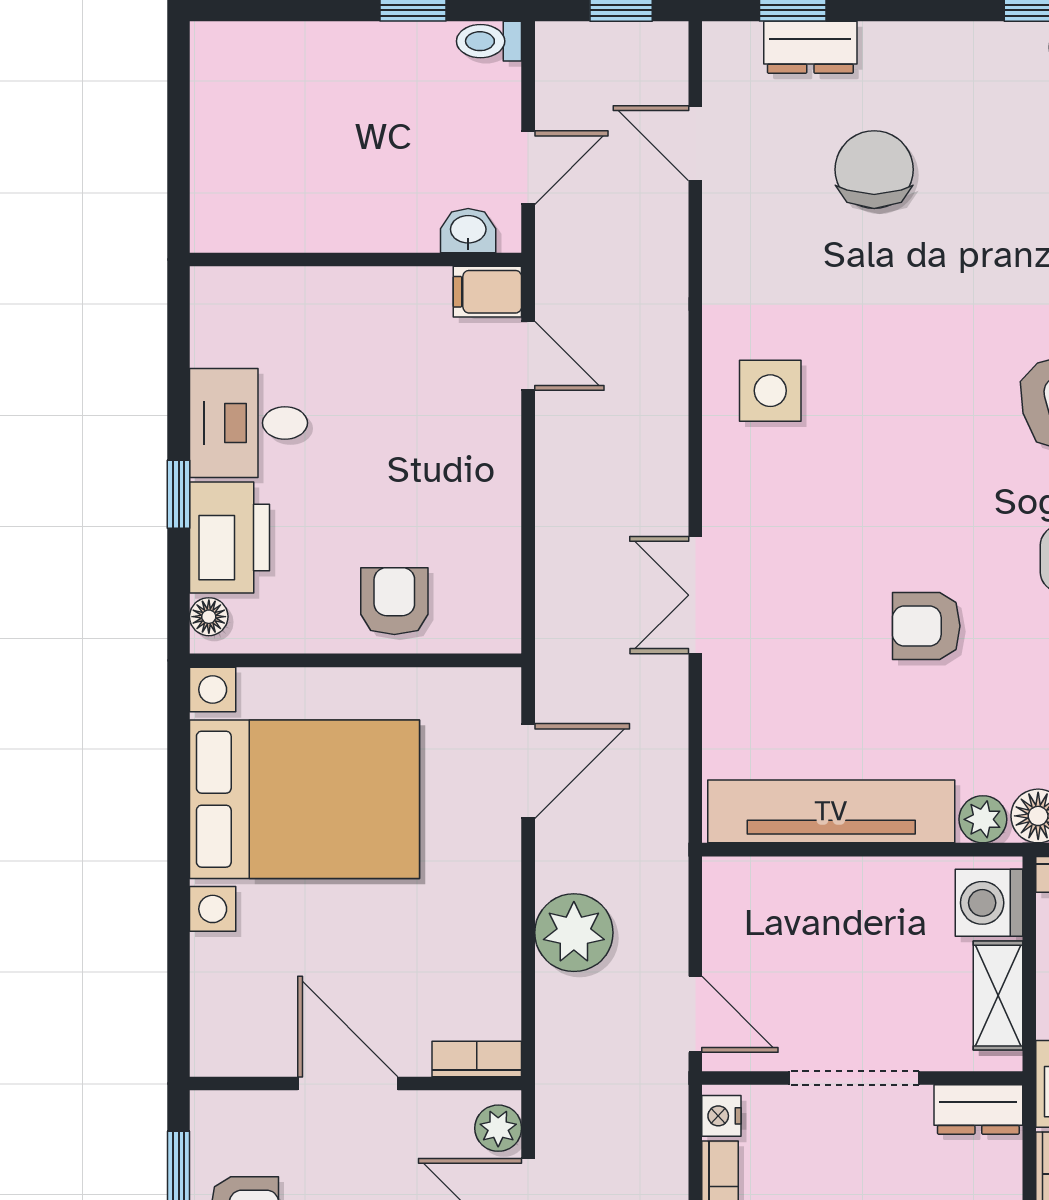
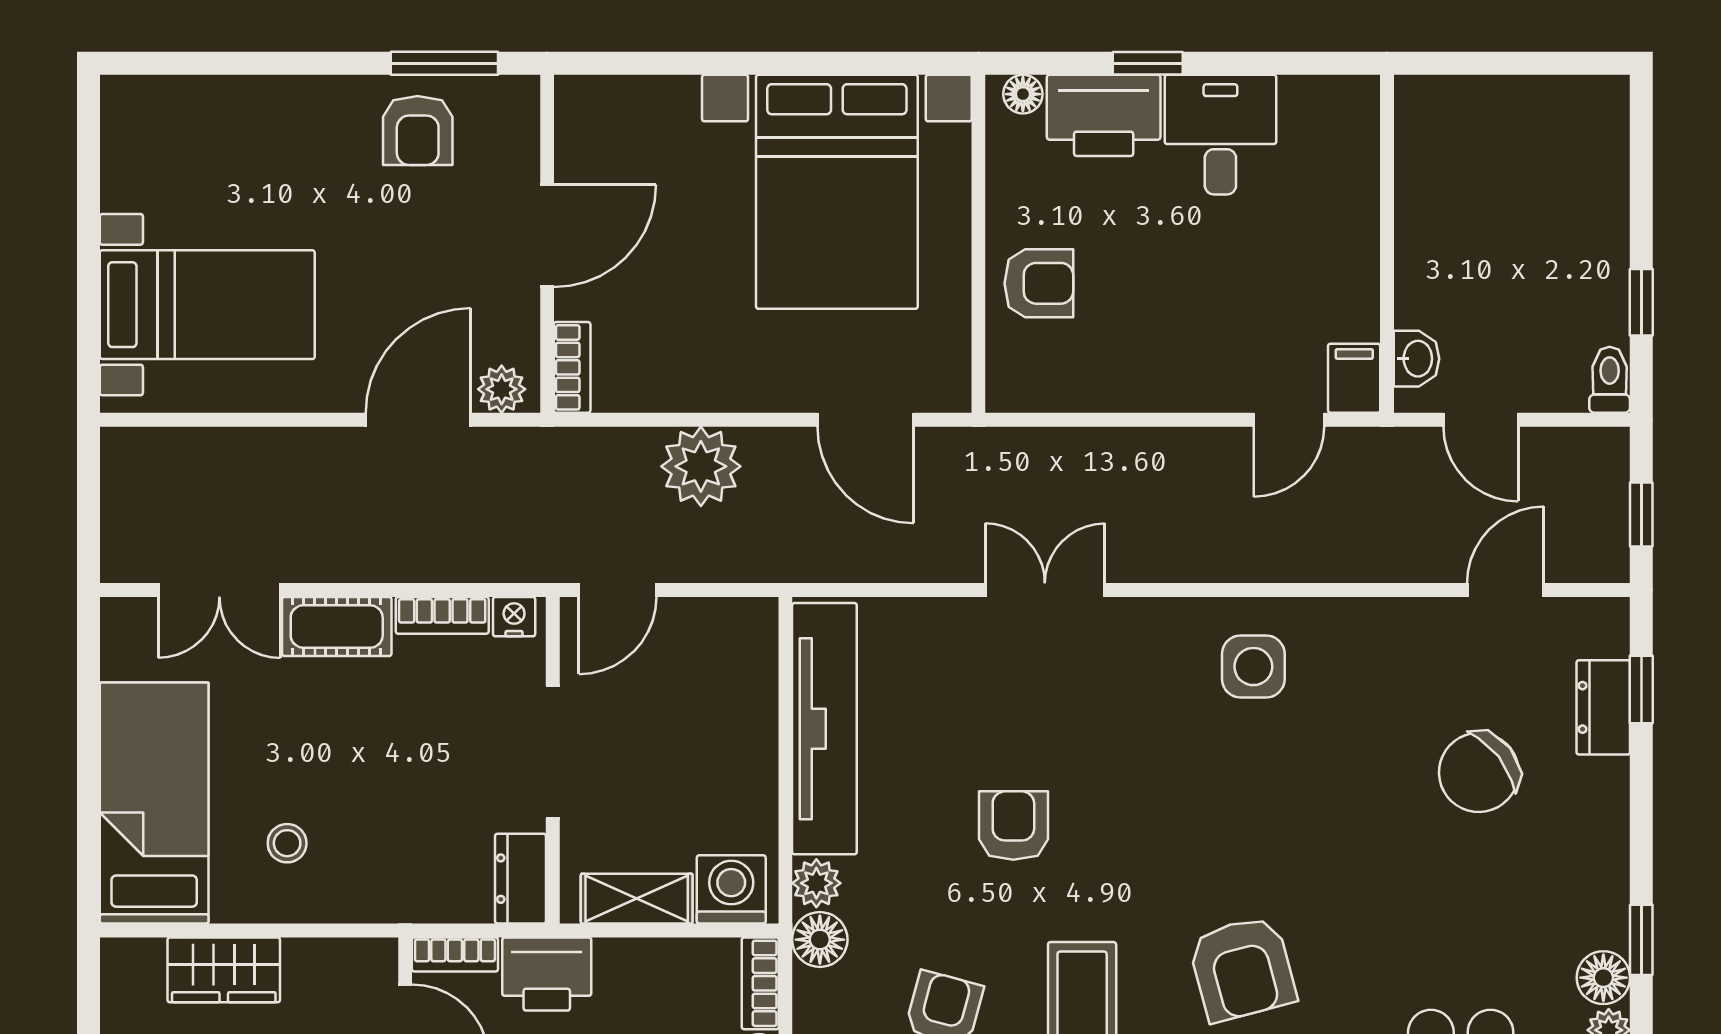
chair: (874, 170) -> (1479, 772), turned 142

